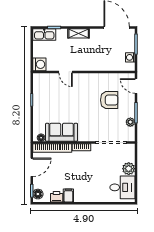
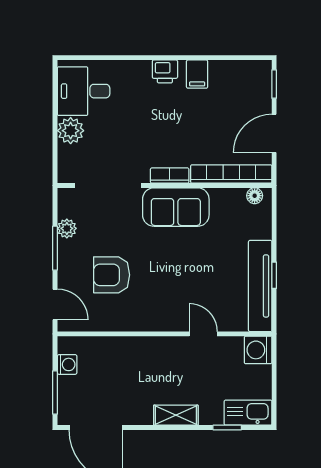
tv unit: (38, 95) -> (260, 286), added
sofa: (62, 132) -> (176, 207), moved
floor lamp: (38, 194) -> (261, 77), removed
printer: (57, 197) -> (165, 71), moved

